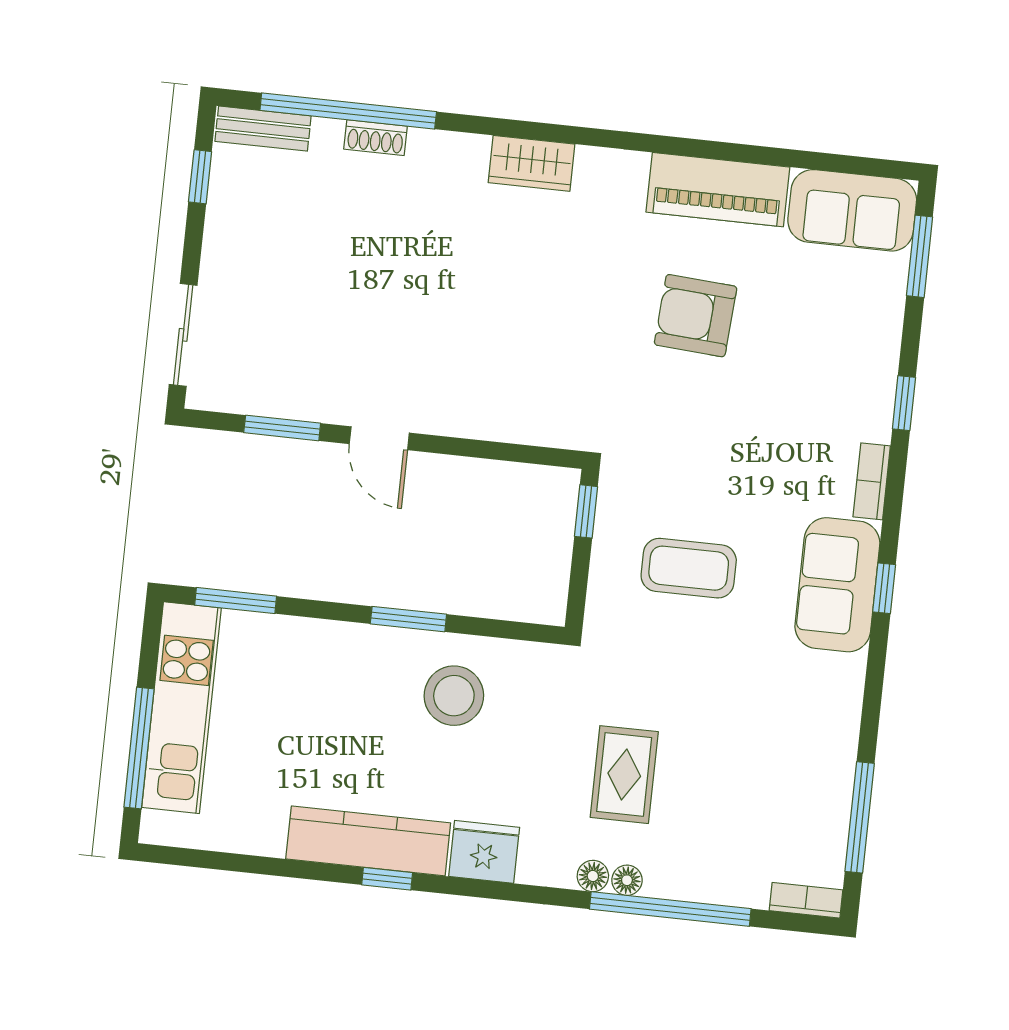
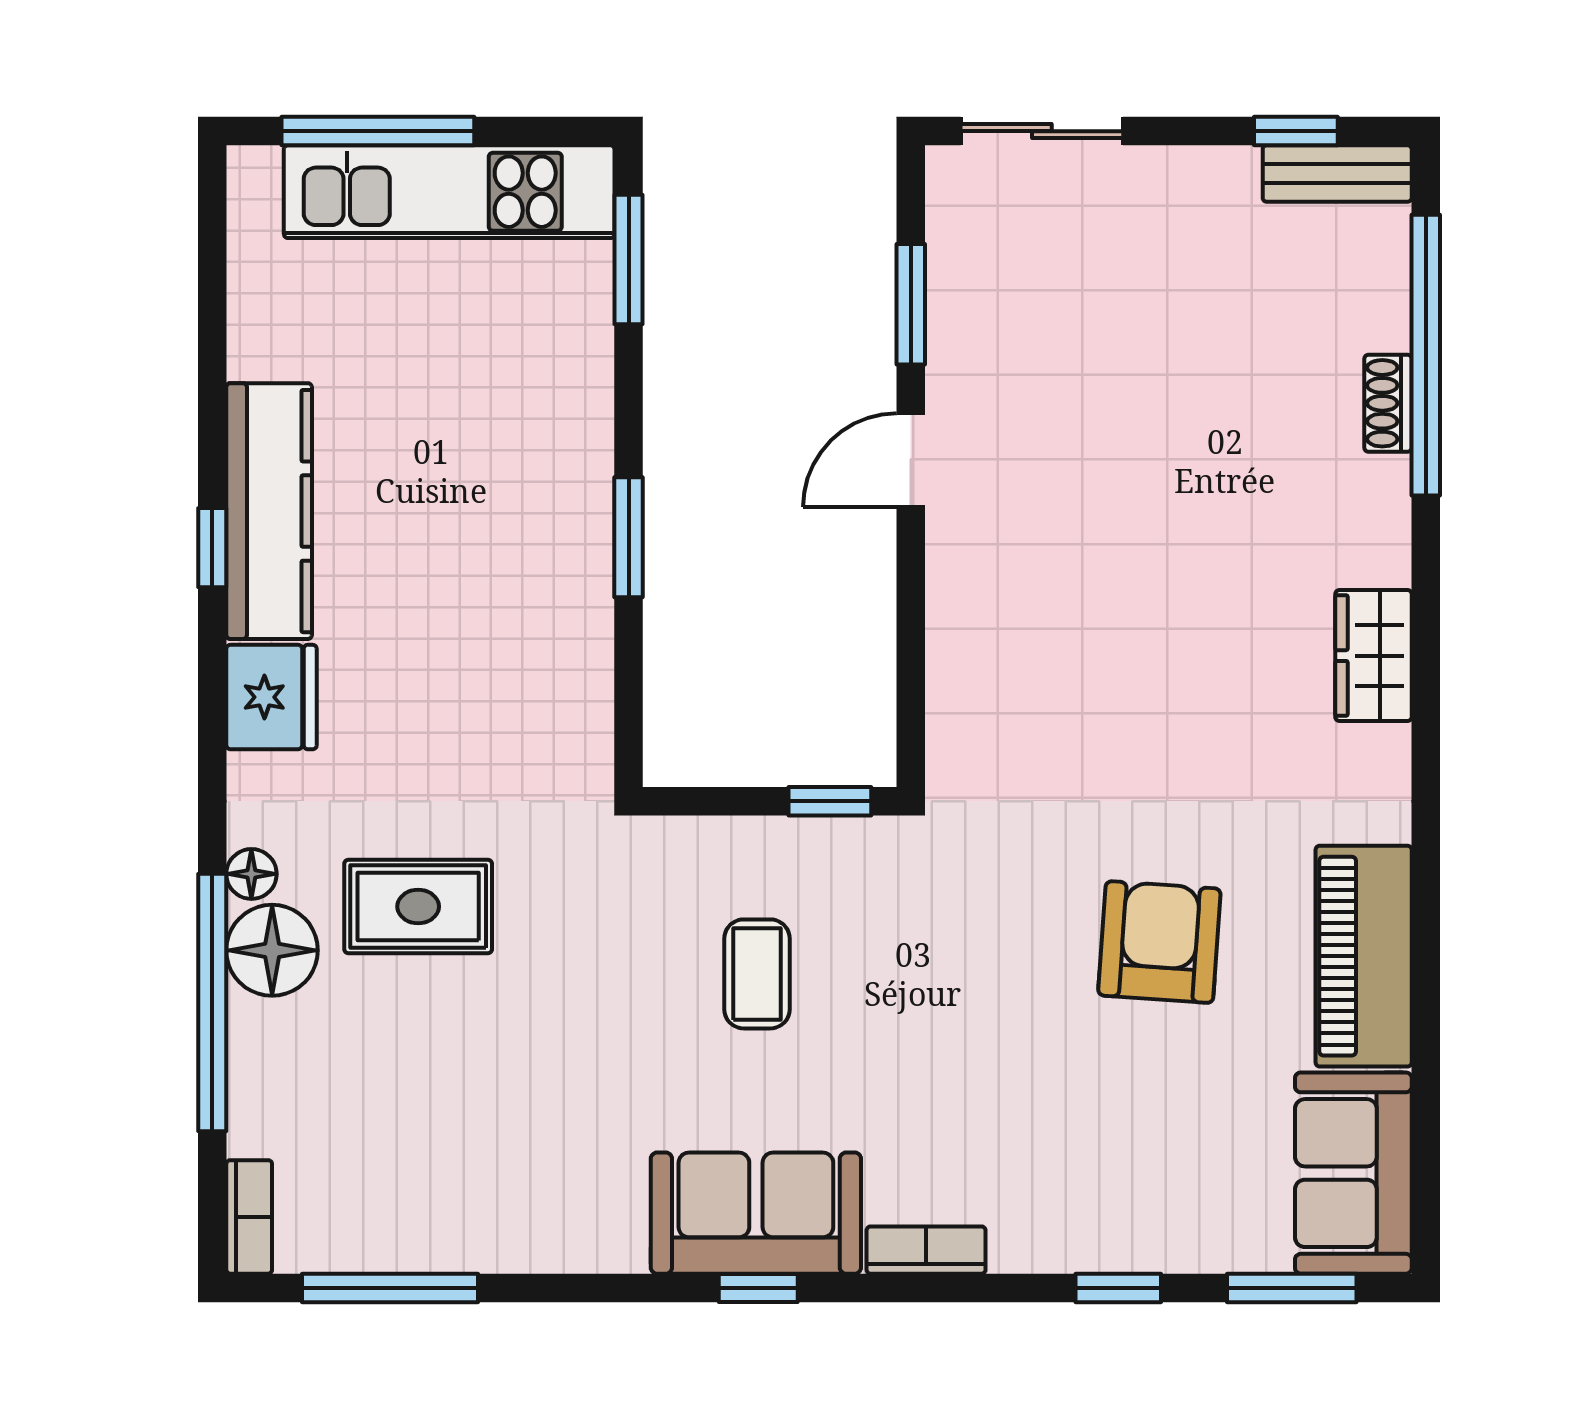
bench: (263, 129) -> (1337, 174), moved, turned 90
window: (904, 403) -> (1118, 1288), moved
coffee table: (689, 568) -> (757, 974), width x0.73, depth x0.77
stool: (454, 696) -> (515, 623), removed
floor lamp: (627, 880) -> (272, 950), width x1.89, depth x1.89

